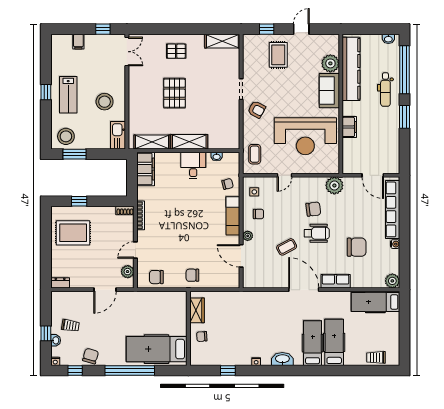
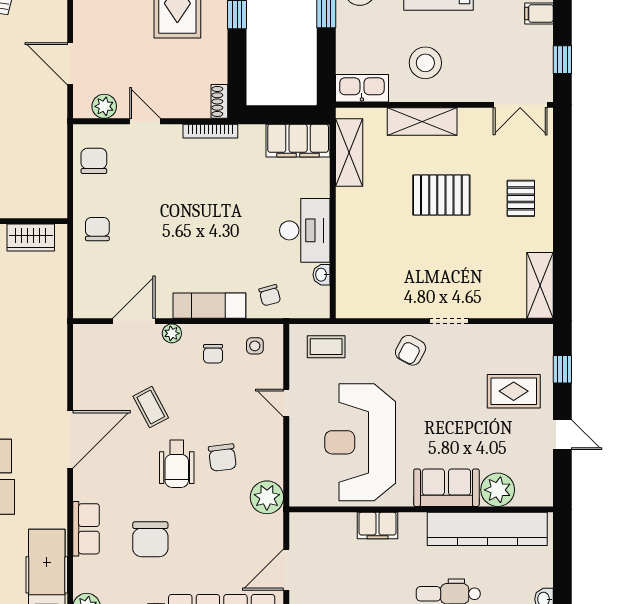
shelving: (189, 142) -> (422, 122), moved, turned 90
desk: (193, 165) -> (305, 230), width x1.37
row of seats: (336, 281) -> (86, 529), moved

